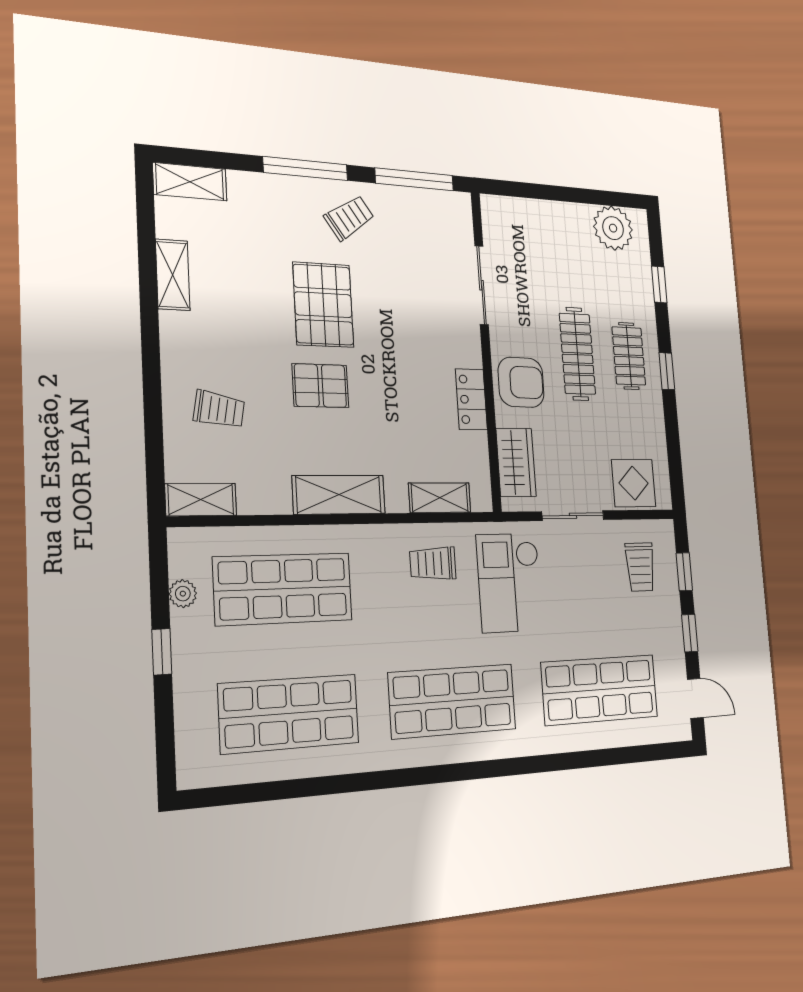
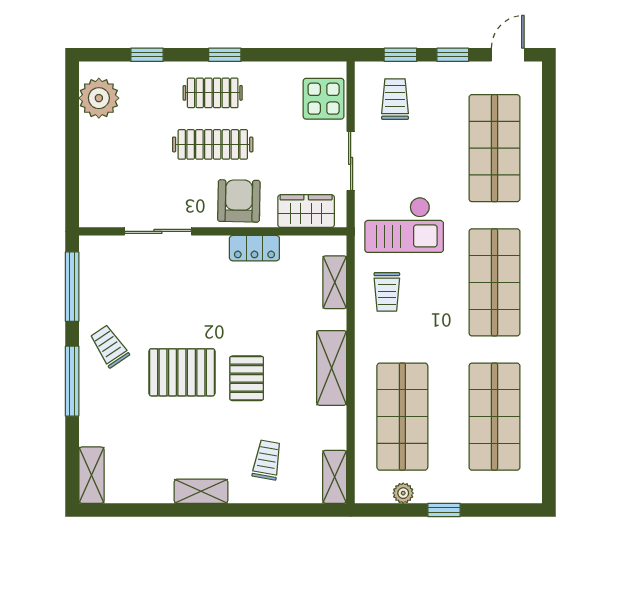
shelving: (173, 275) -> (201, 491), moved
trolley: (640, 567) -> (395, 99), turned -90

